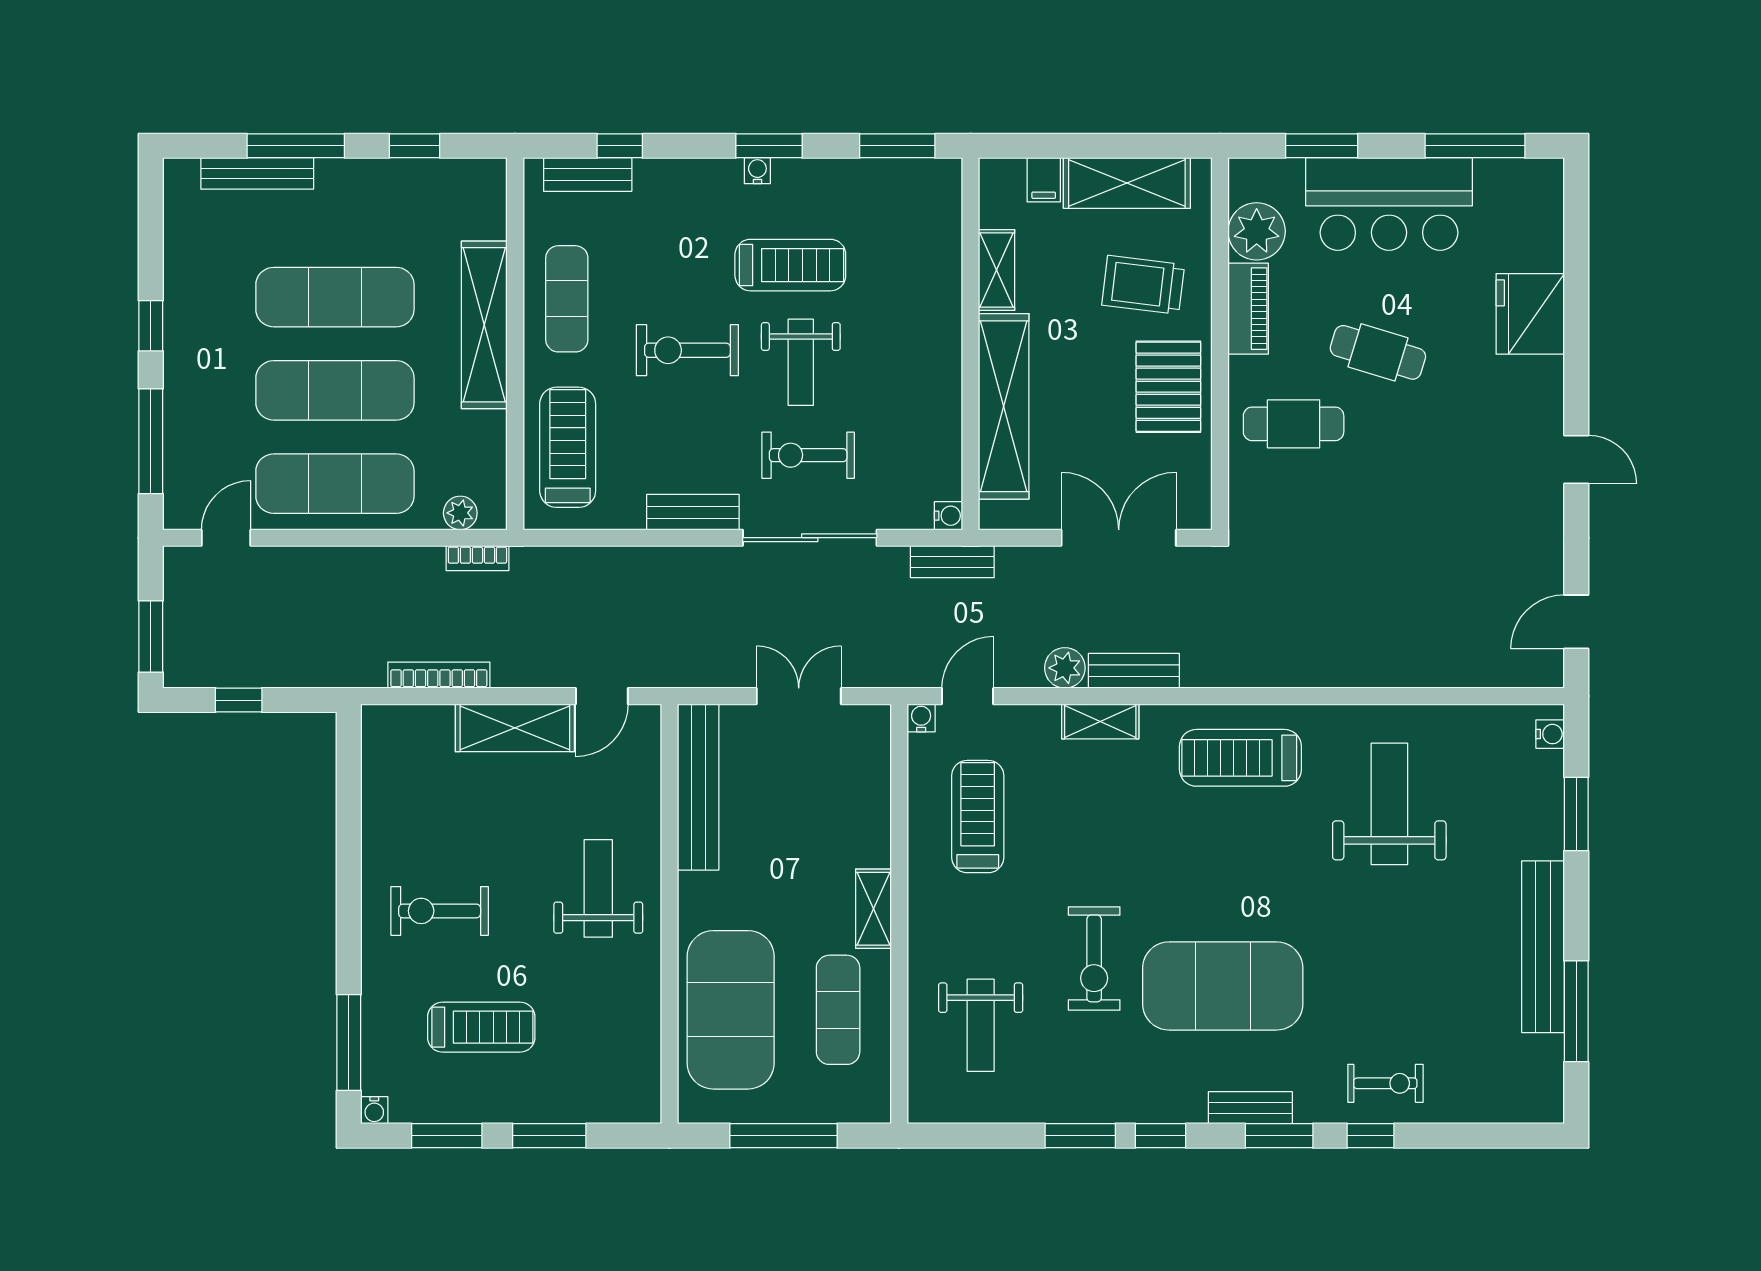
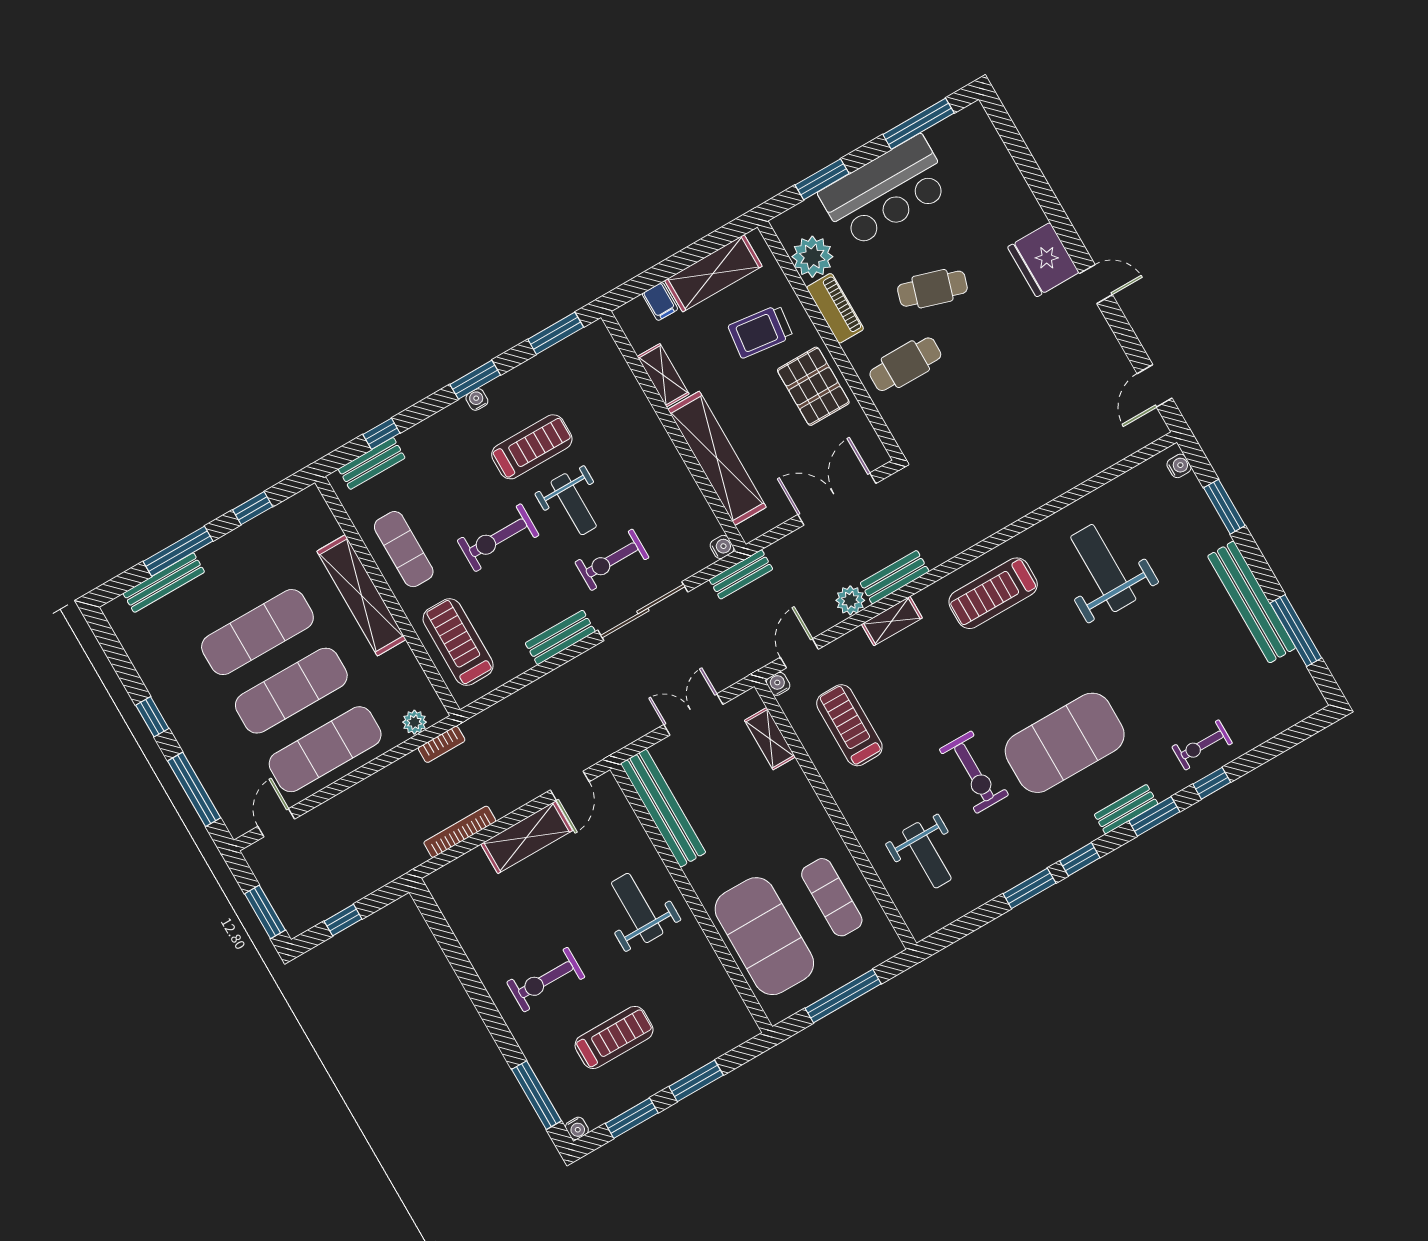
fridge: (1530, 314) -> (1043, 260), moved
shelving: (873, 909) -> (770, 739), moved
exercise bike: (1385, 1083) -> (1202, 745), turned 180

